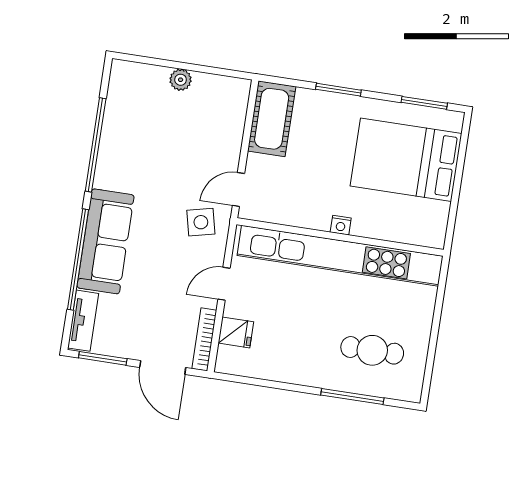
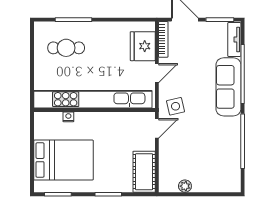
plant: (181, 80) -> (185, 186), moved
nightstand: (341, 225) -> (68, 117), moved
fridge: (236, 332) -> (143, 46), width x1.88, depth x1.34

